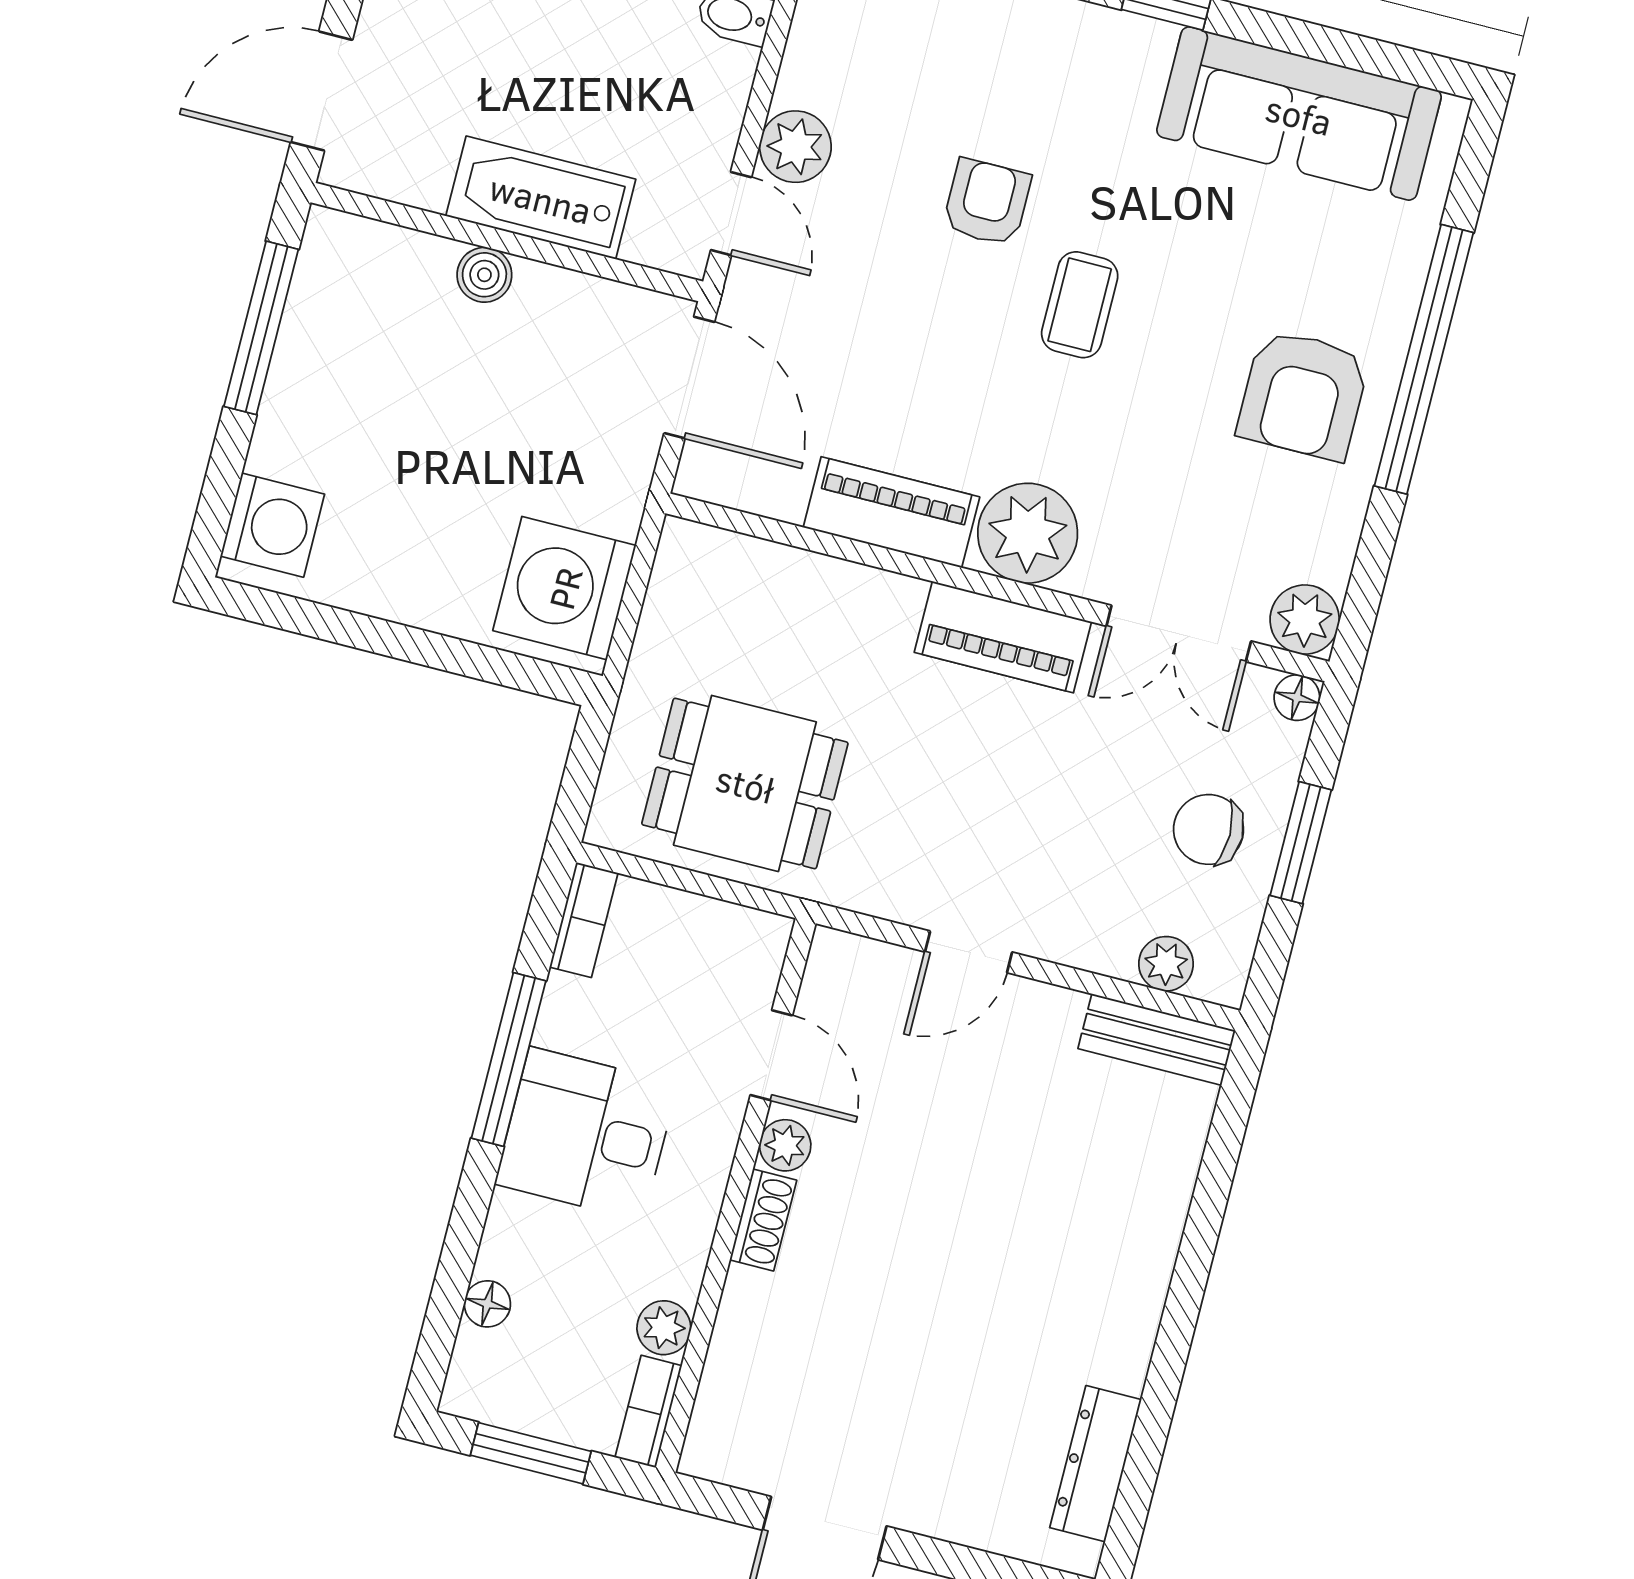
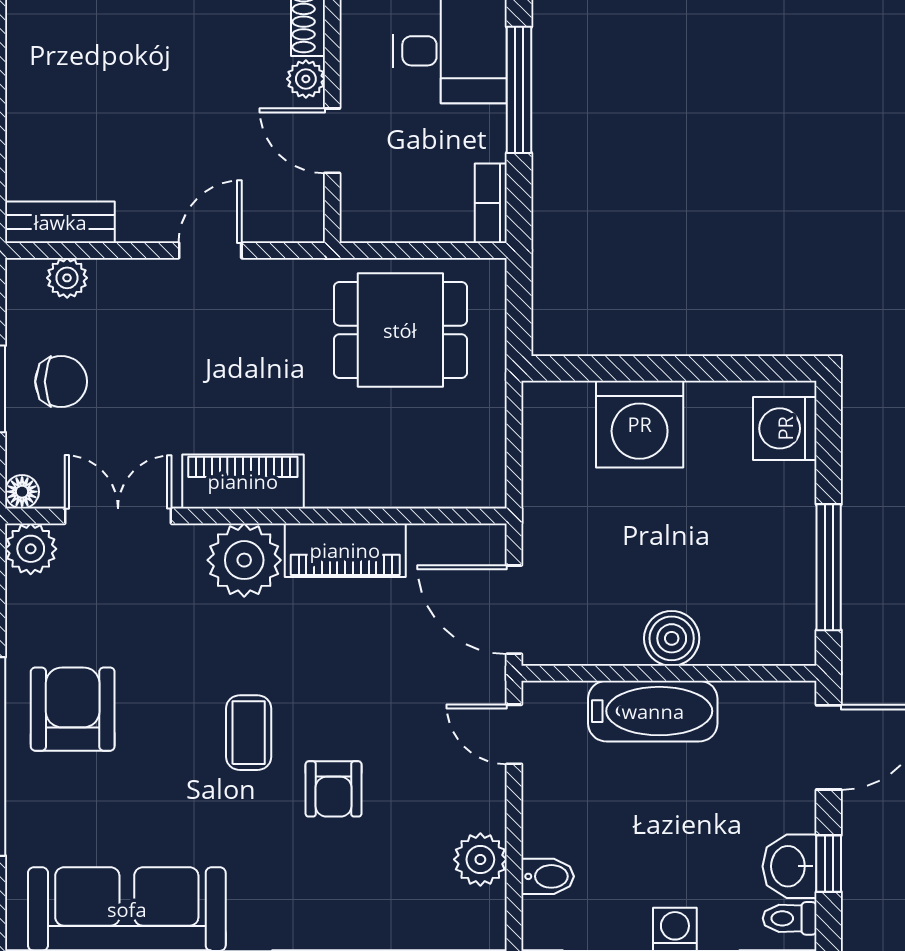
plant: (795, 147) -> (480, 859), moved
boiler: (484, 275) -> (672, 638), width x1.36, depth x1.36
washing machine: (564, 588) -> (640, 424), moved, turned 90

